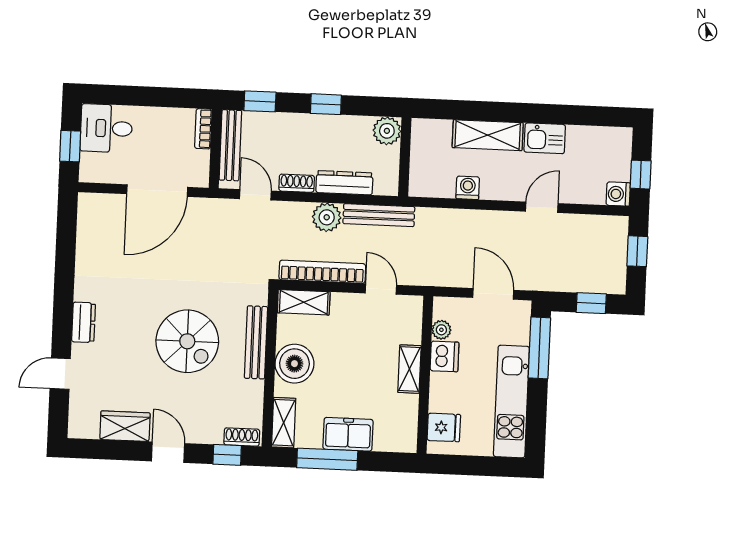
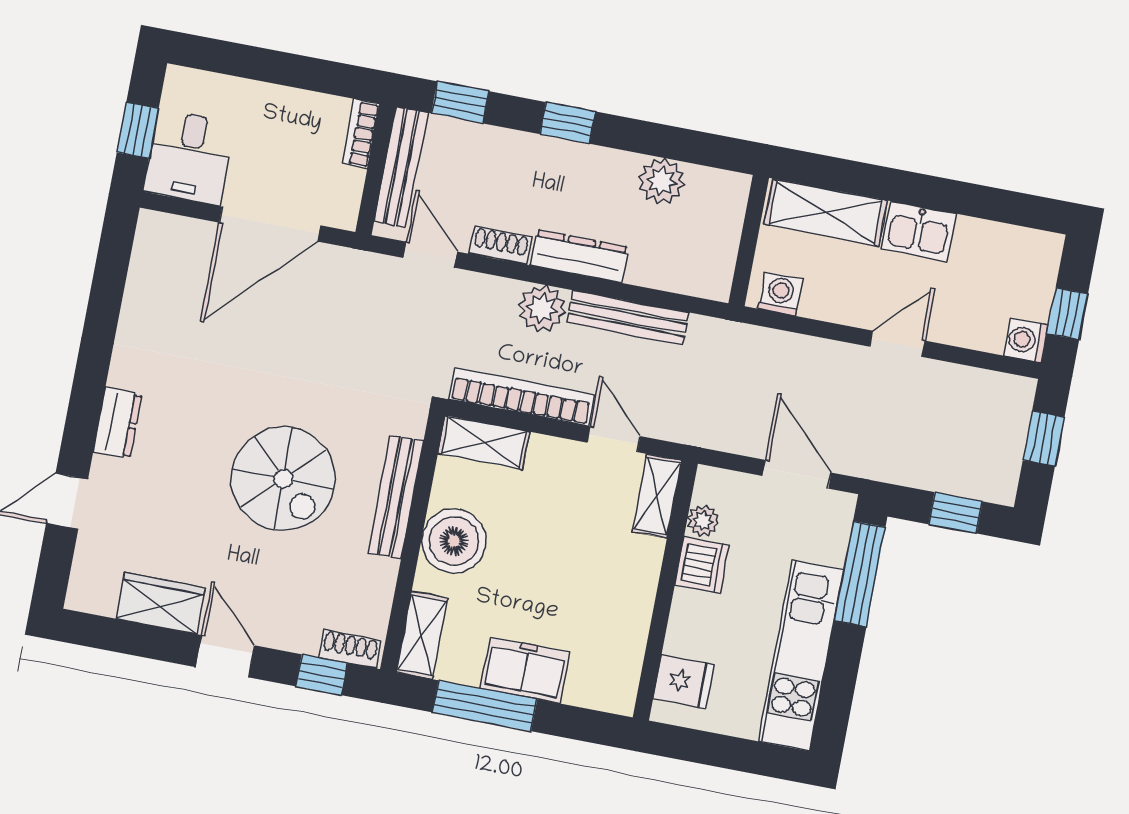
desk: (106, 128) -> (189, 157), moved, turned -90
wall: (405, 157) -> (749, 241), moved
shelving: (409, 369) -> (657, 496), moved

